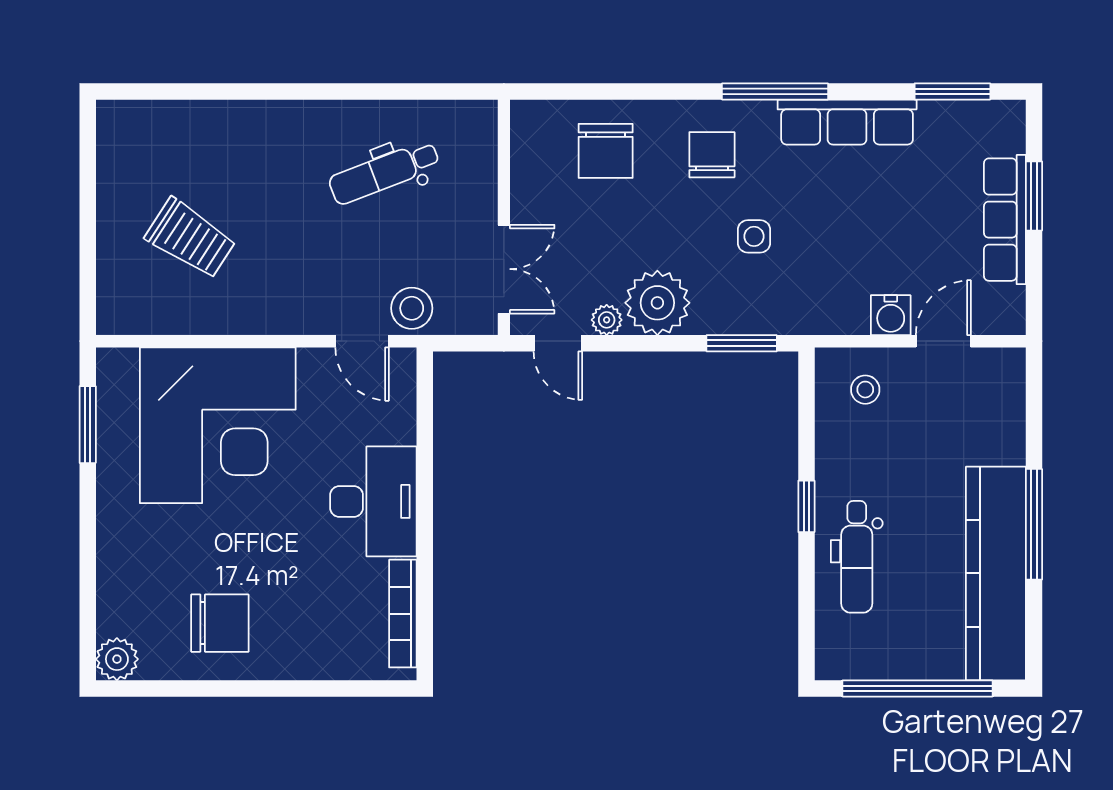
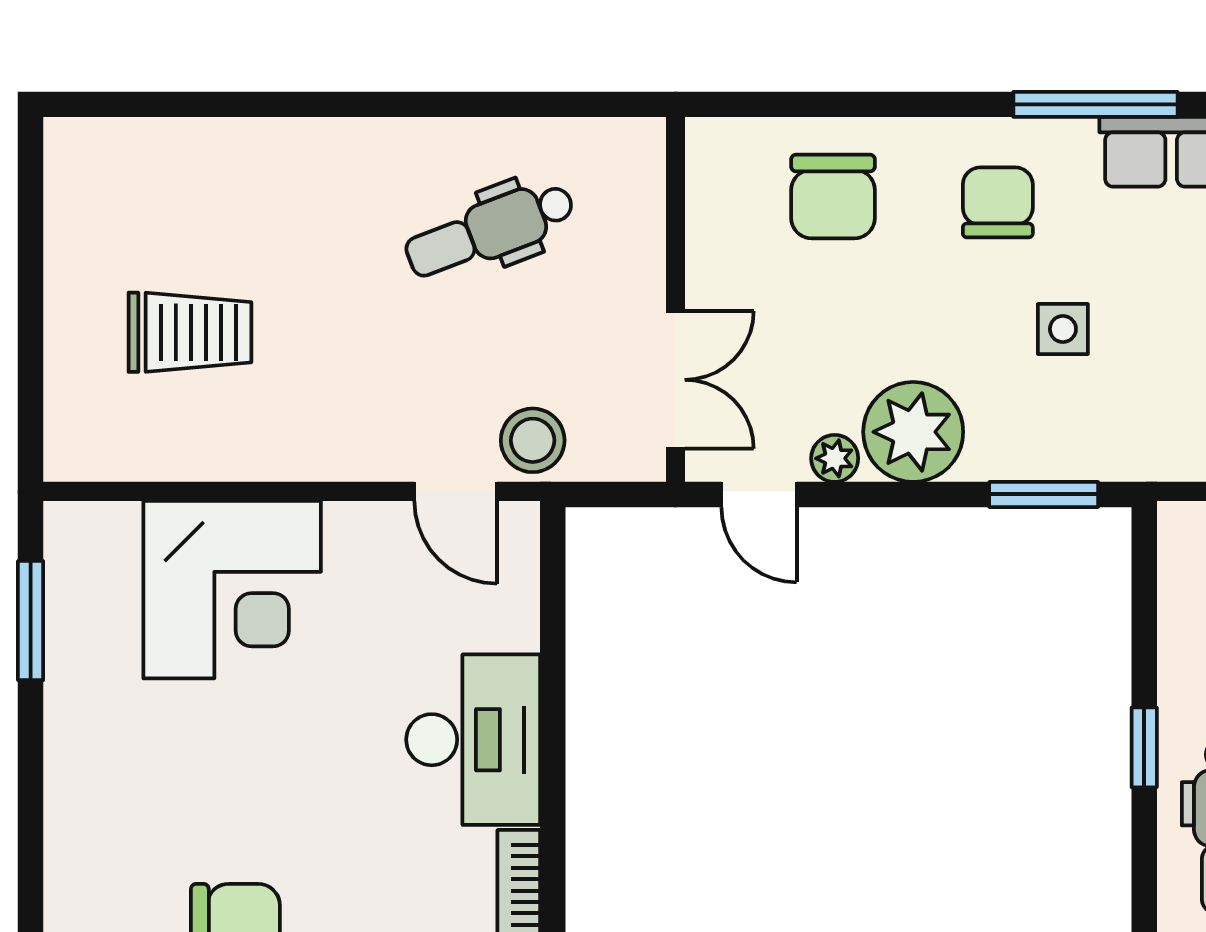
trolley: (191, 238) -> (190, 332), turned -33
corner desk: (218, 425) -> (232, 590), width x0.74, depth x0.74

